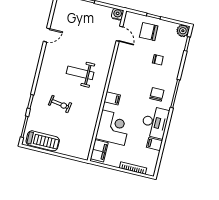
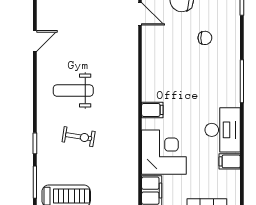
weight bench: (80, 73) -> (73, 91), moved
chair: (157, 94) -> (216, 89), removed

